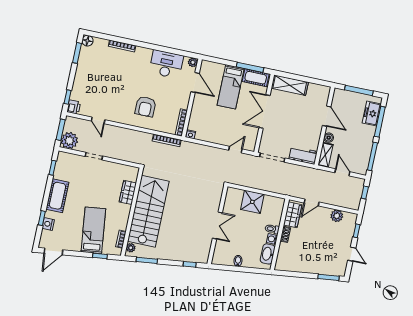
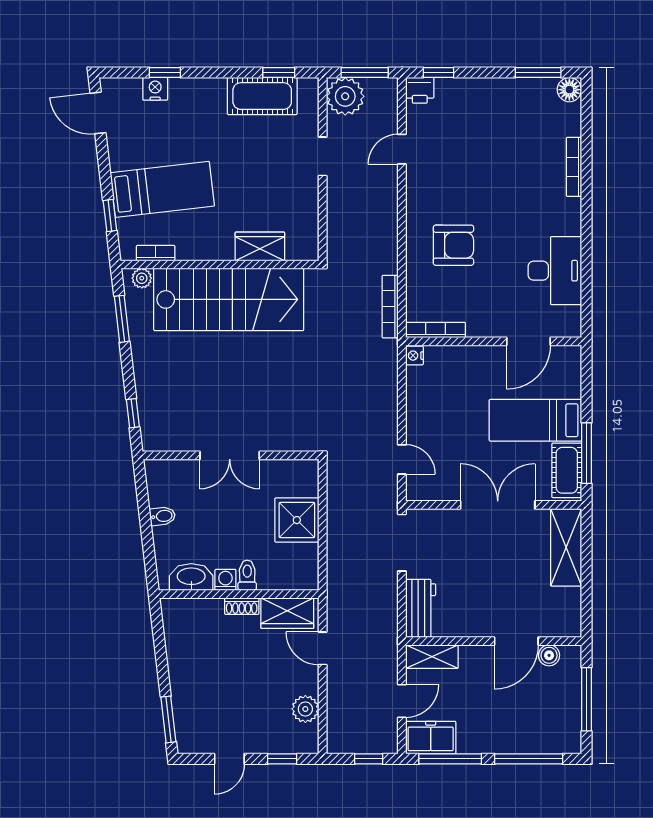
plant: (193, 62) -> (571, 327), removed
armchair: (145, 107) -> (453, 245), turned 180
freezer: (372, 113) -> (431, 738), moved
boiler: (329, 138) -> (549, 655), moved
cot: (57, 196) -> (262, 96), moved

